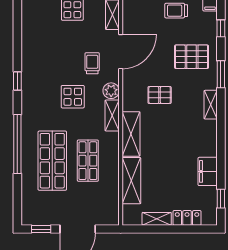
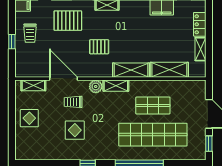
pallet: (192, 57) -> (68, 21), turned 90
pallet: (160, 95) -> (99, 47), turned 90
display table: (73, 97) -> (75, 130), moved
shop shelf: (52, 161) -> (153, 135), width x1.40

